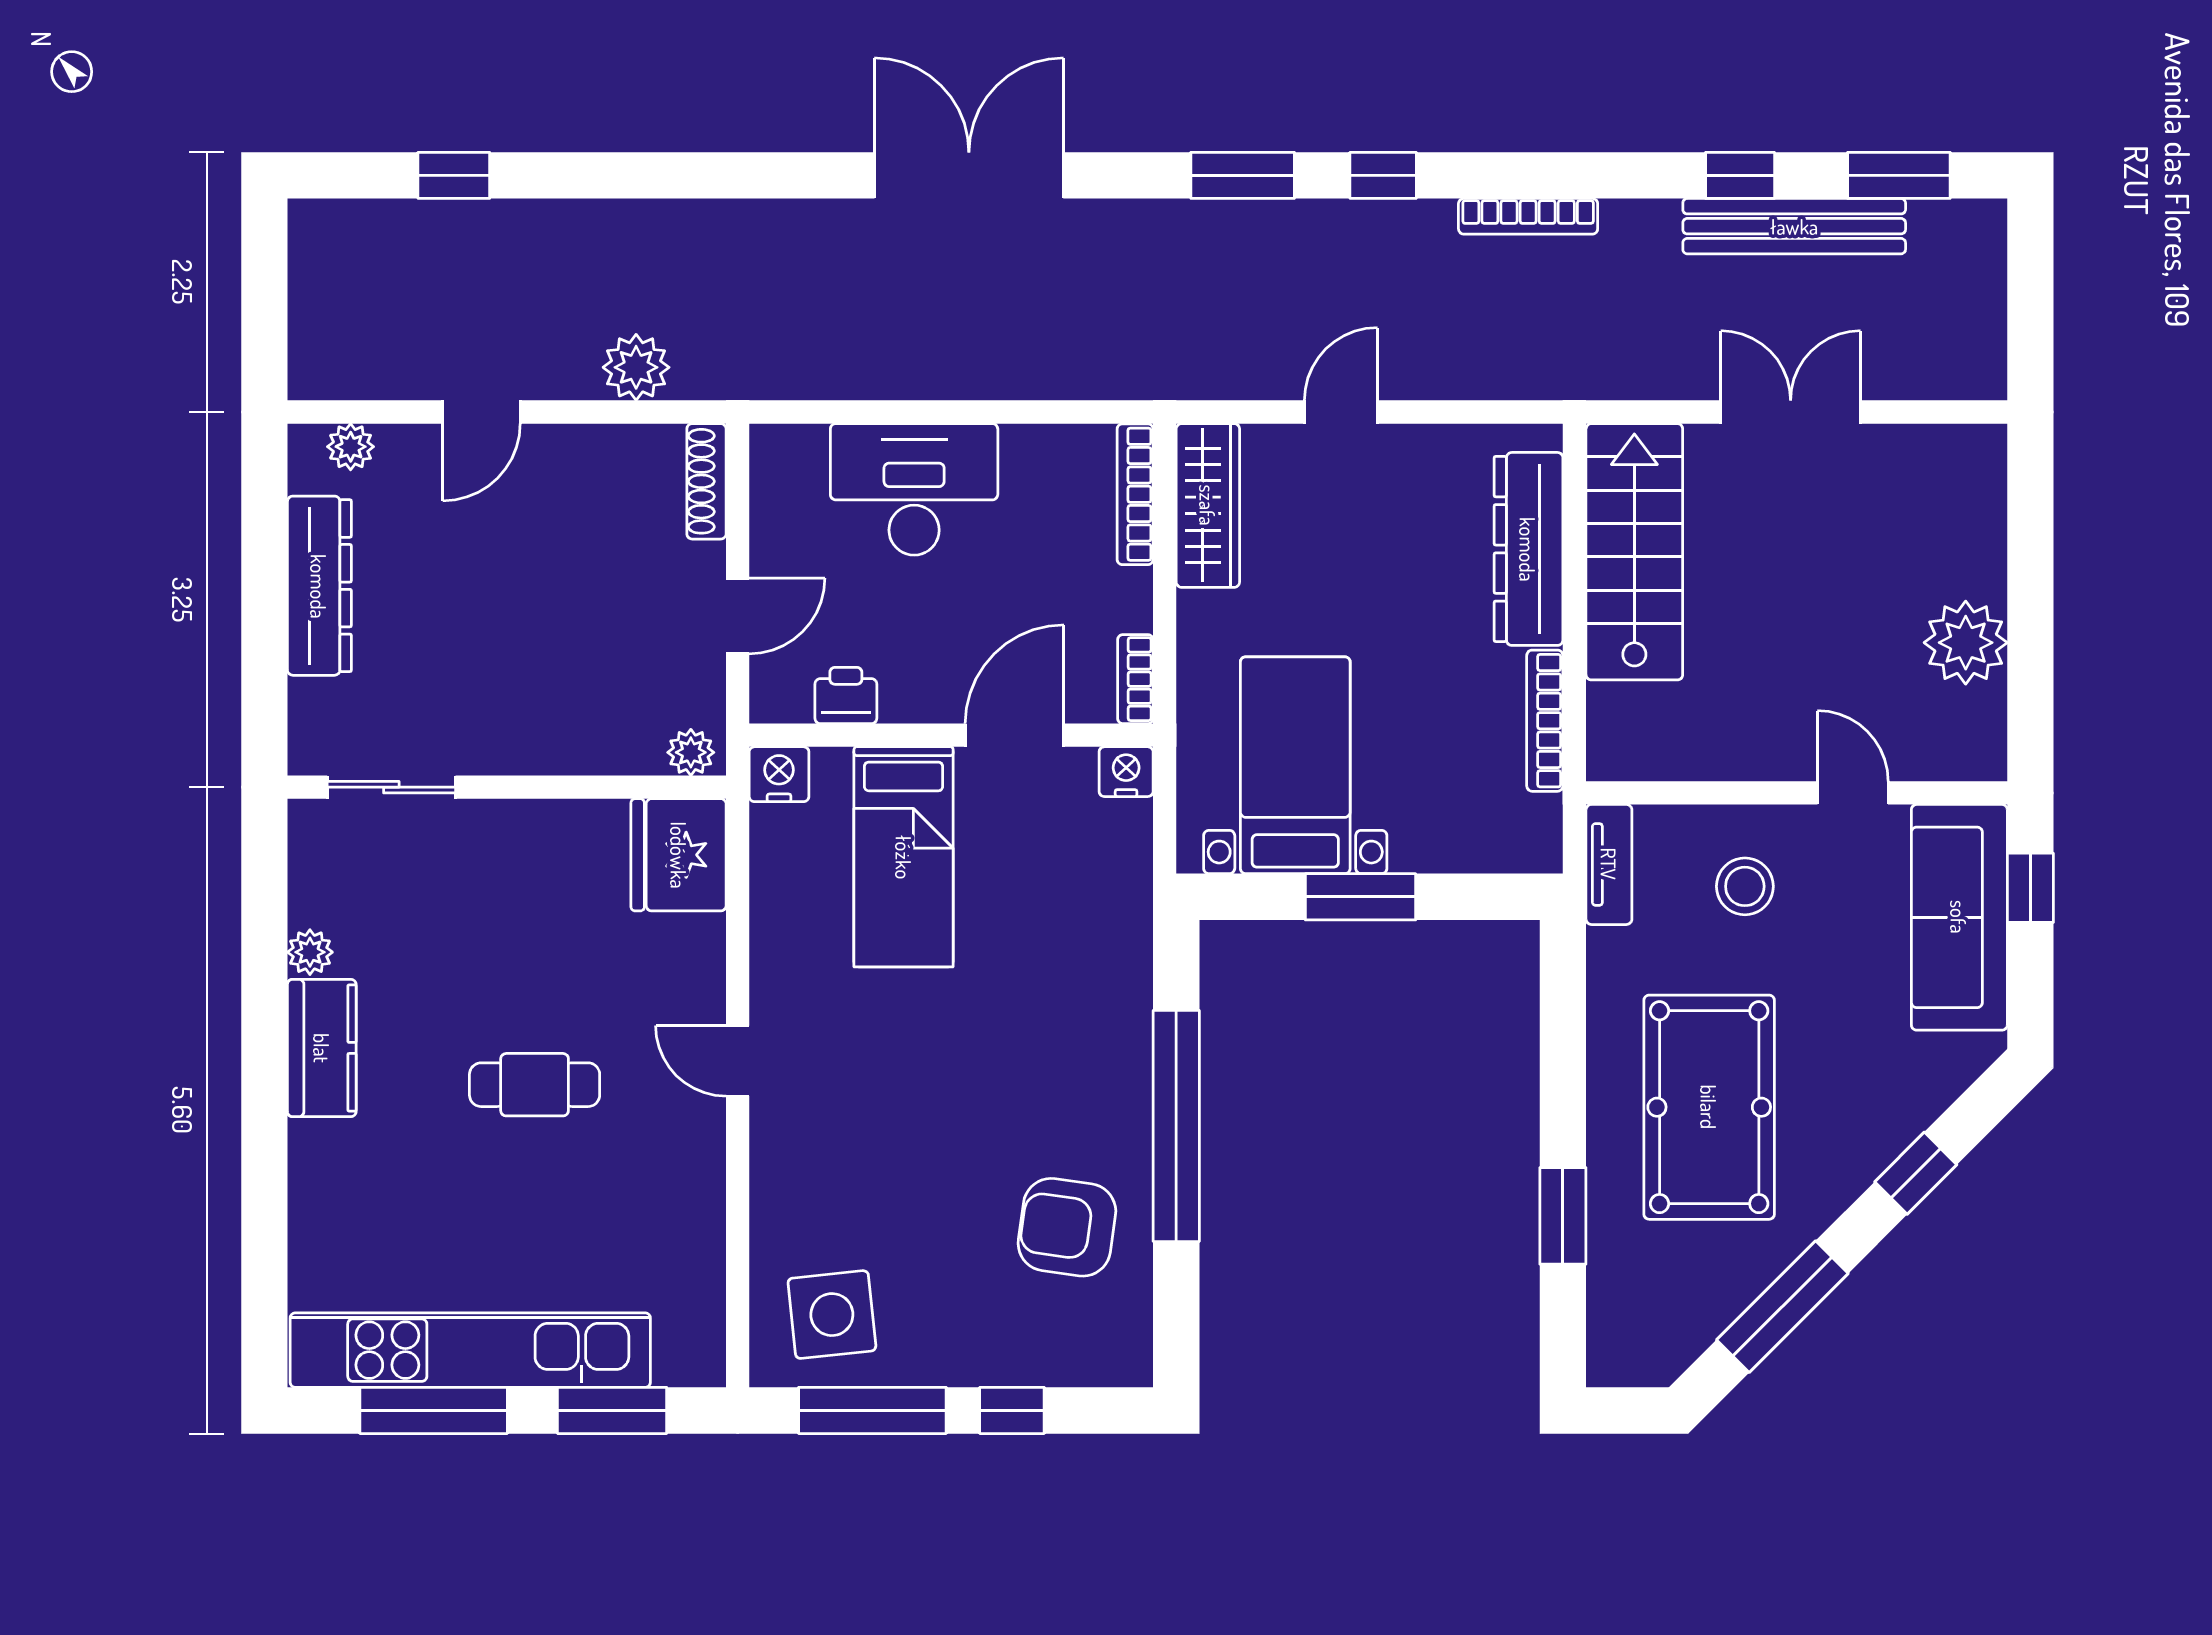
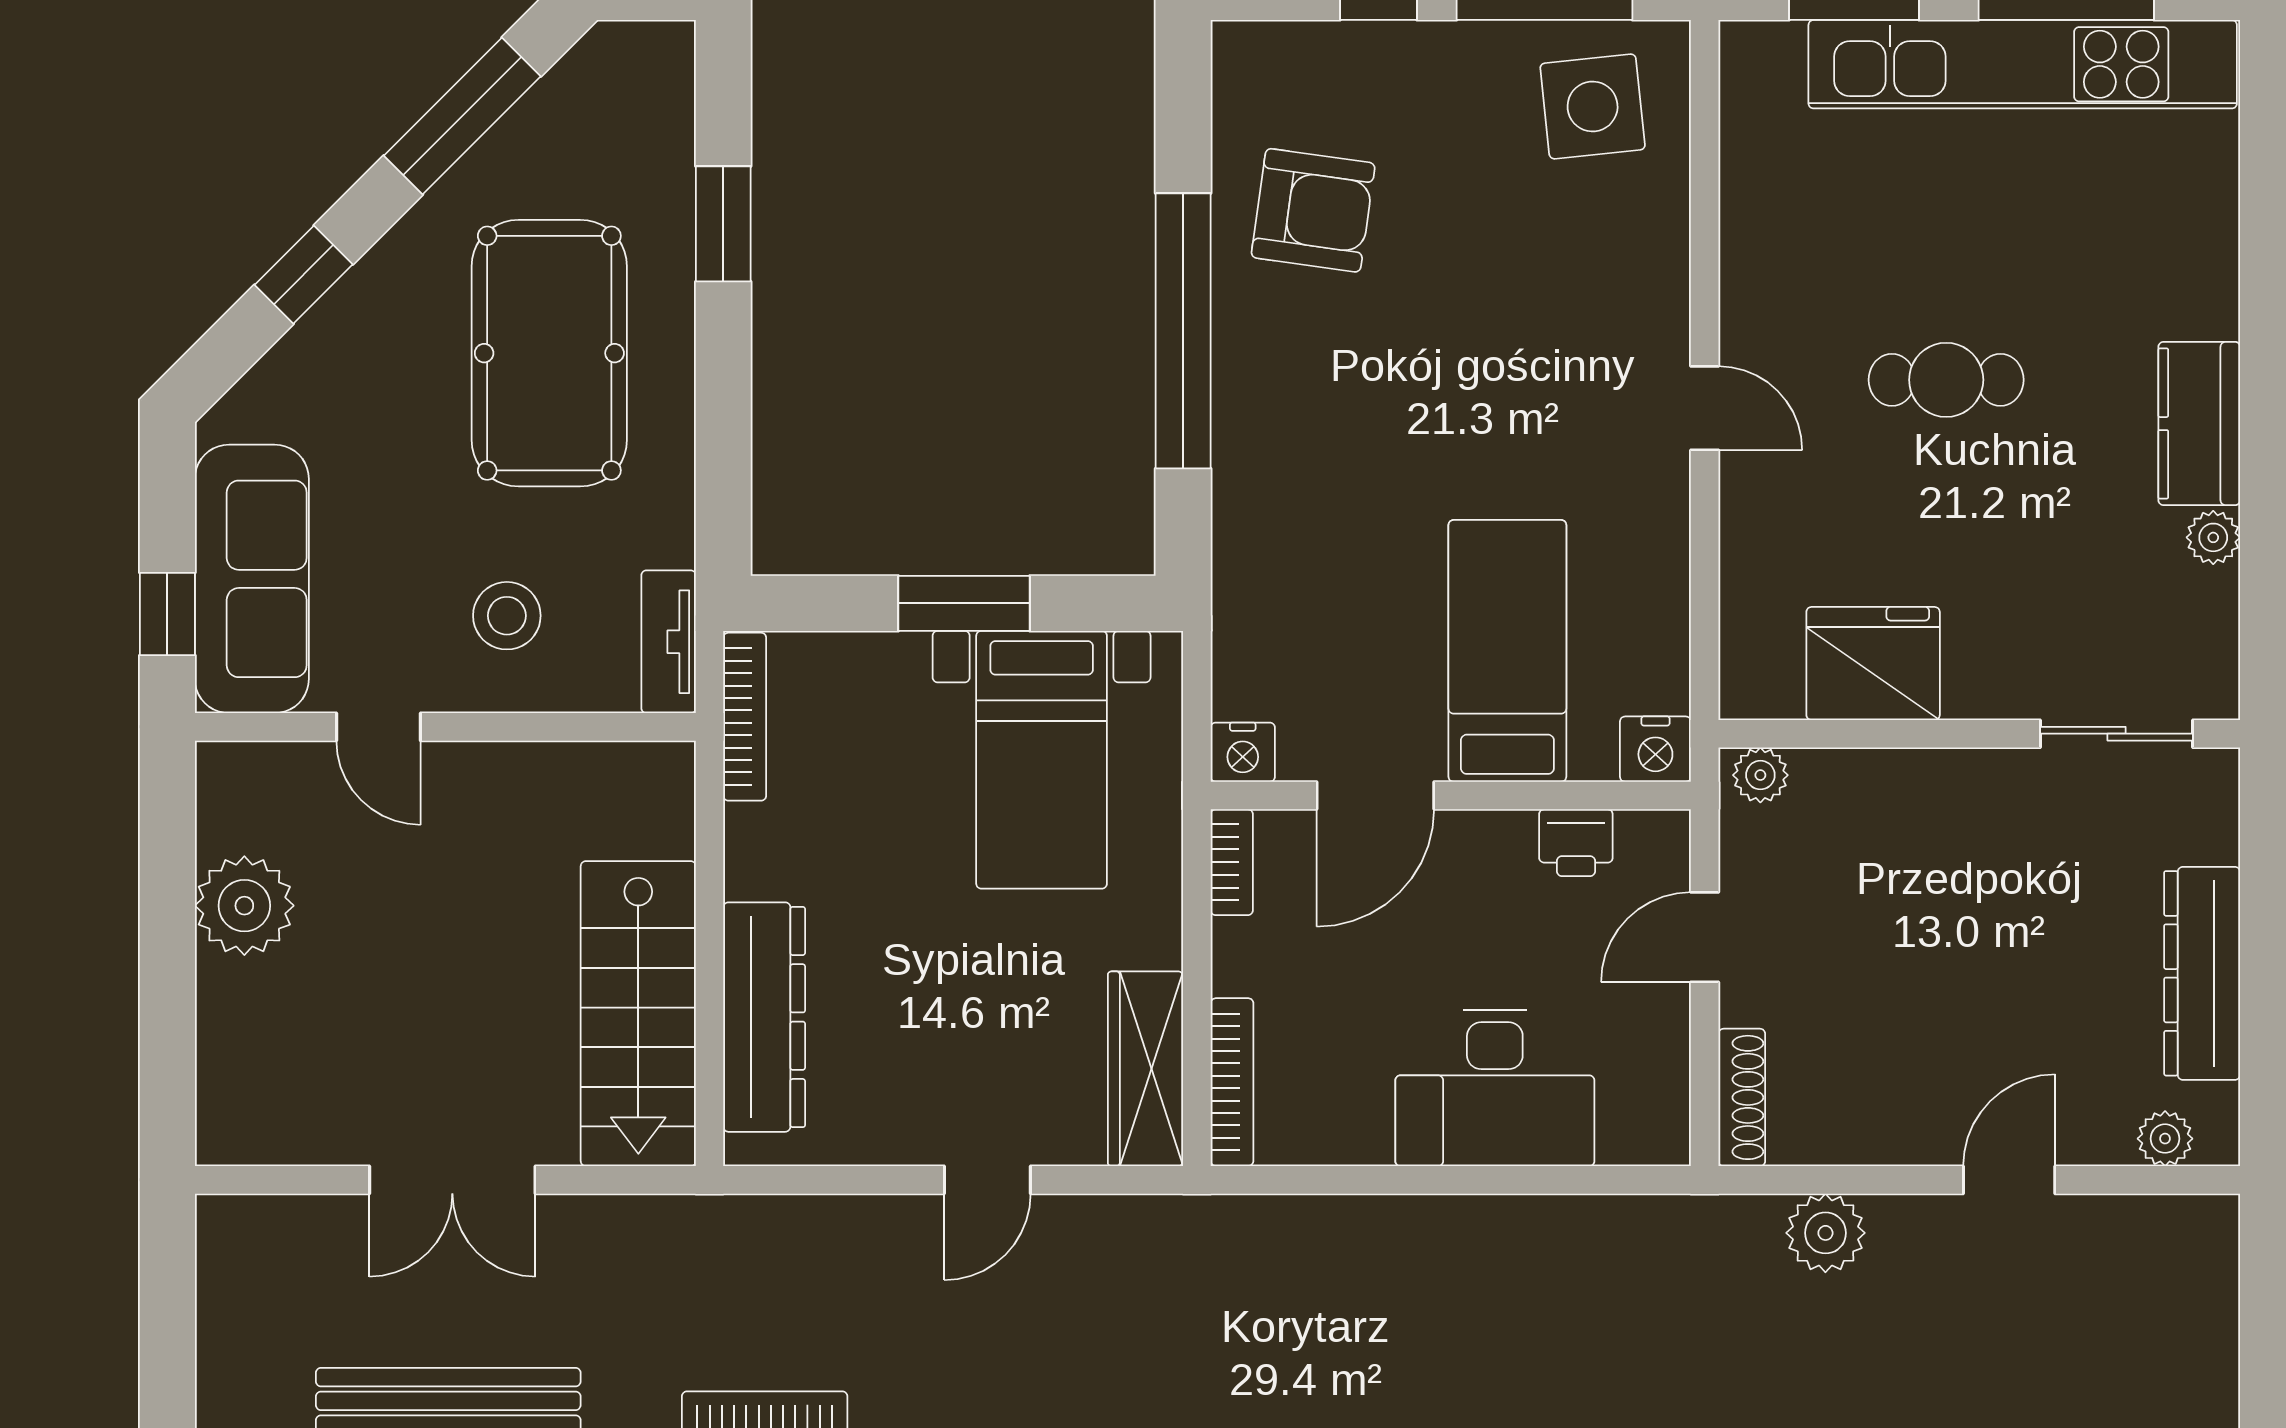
bookcase: (1545, 721) -> (745, 717), moved
fridge: (679, 855) -> (1873, 663), moved, turned -90

